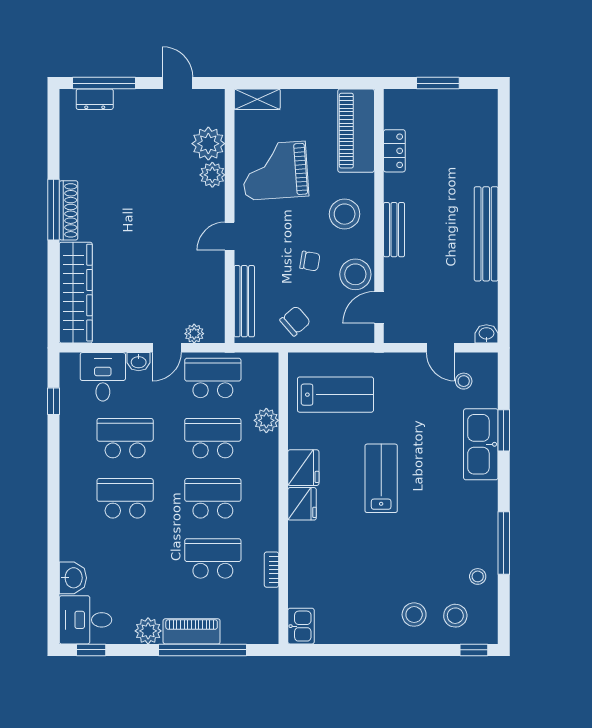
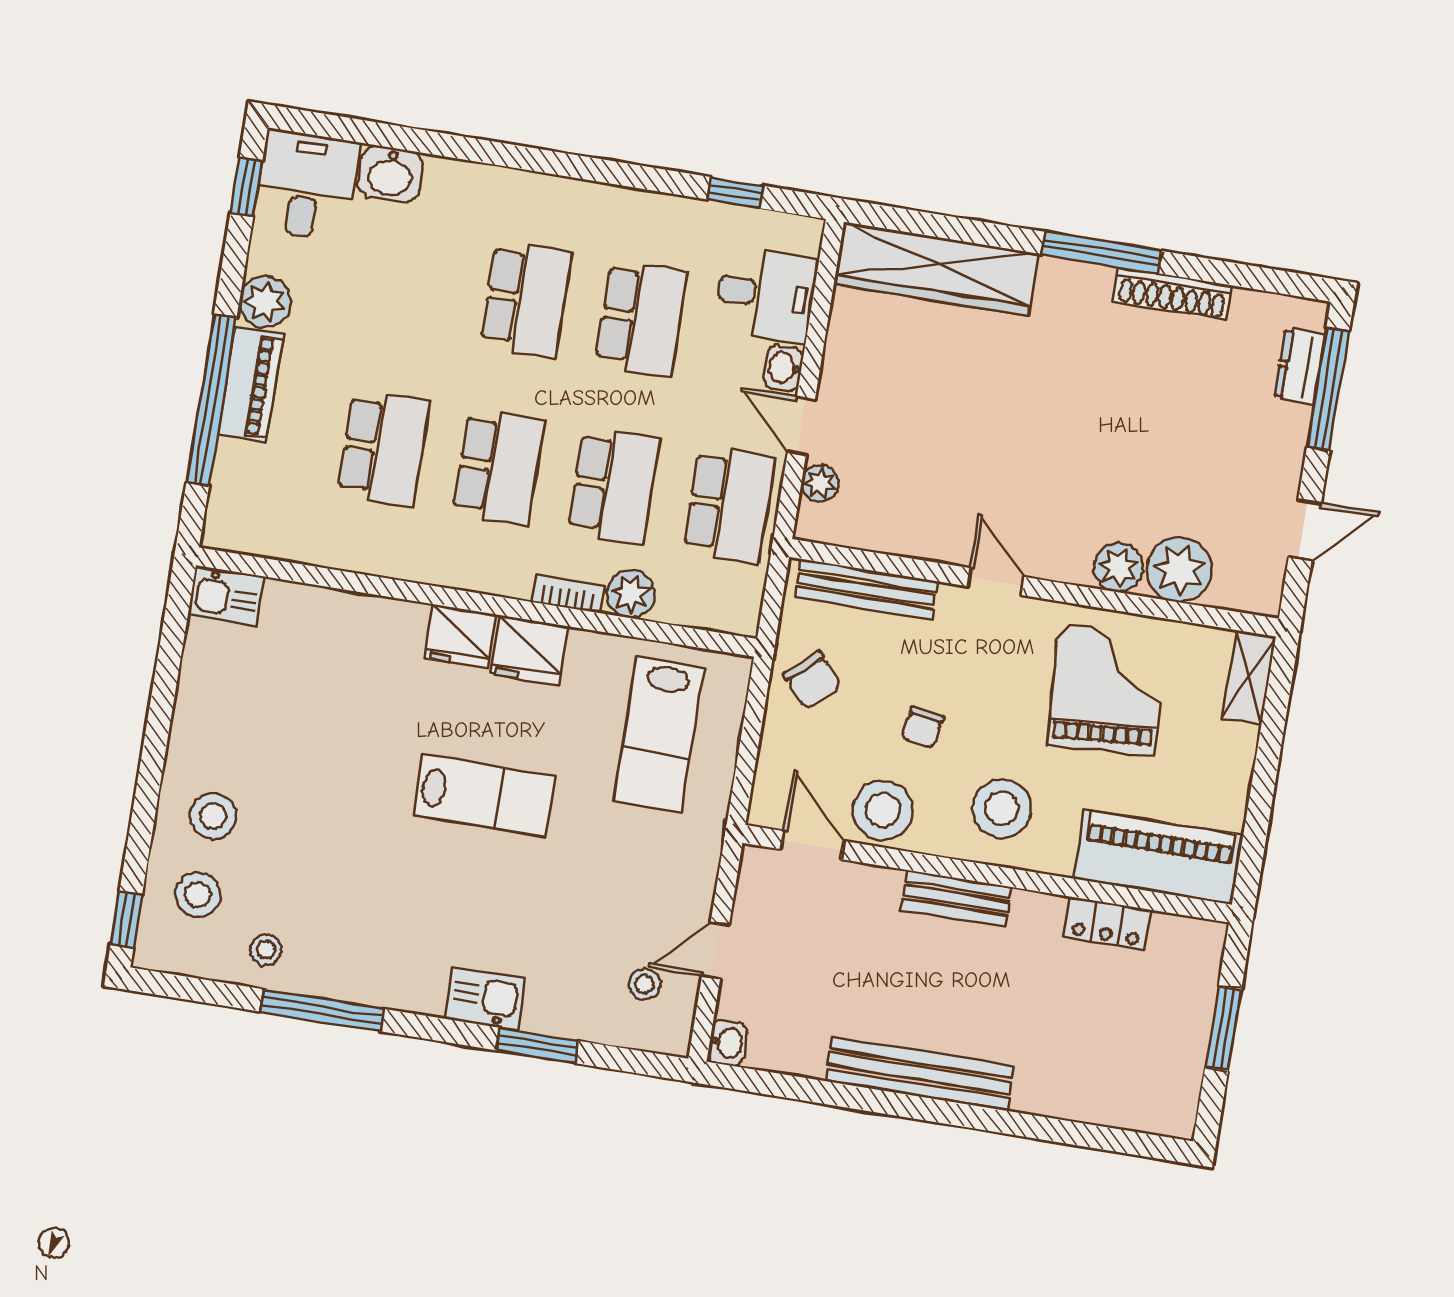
shoe rack: (69, 210) -> (1172, 294), moved
kitchen sink: (481, 444) -> (485, 998), width x0.53, depth x0.81
bookcase: (272, 570) -> (568, 594), moved

